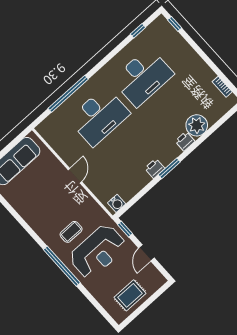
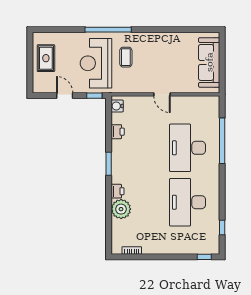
printer: (155, 168) -> (118, 132), moved

